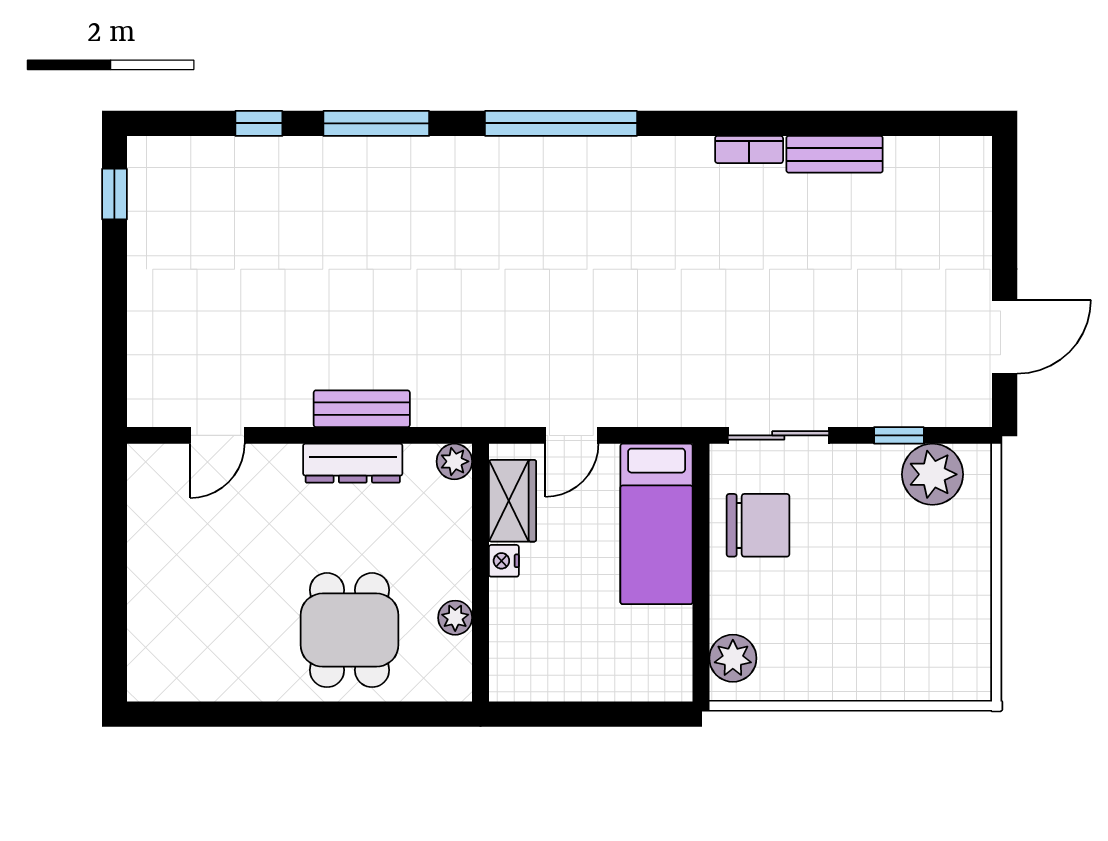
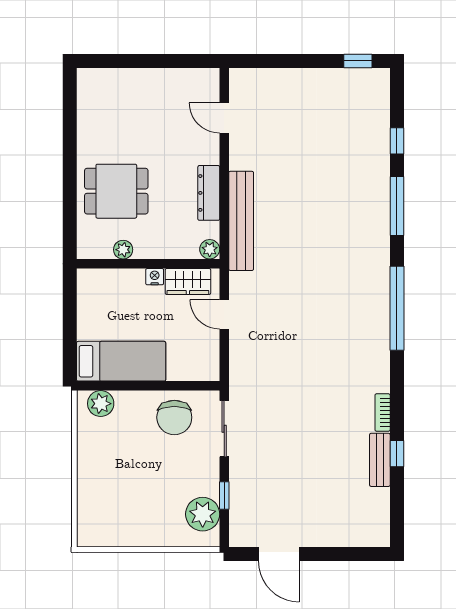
window: (823, 123) -> (397, 454), added
bench: (362, 409) -> (241, 221), width x1.86, depth x1.21
bed: (657, 524) -> (121, 361), moved, turned 180

